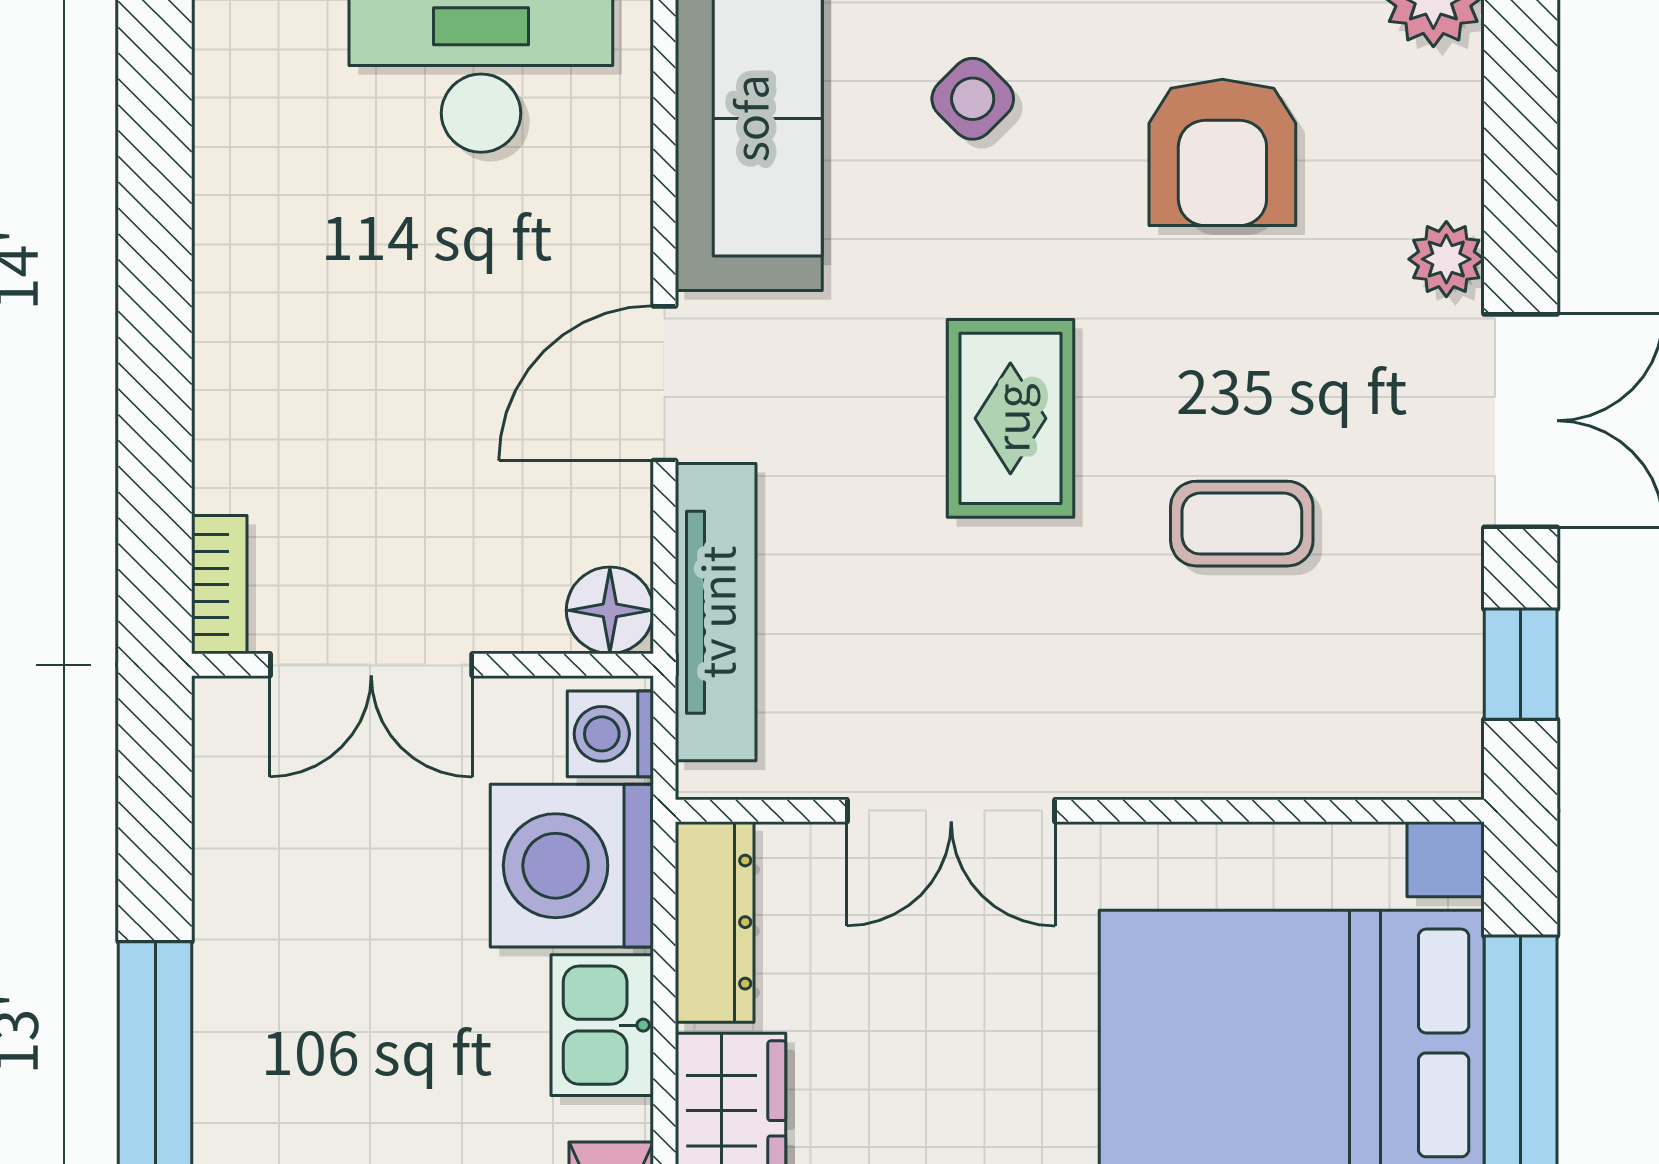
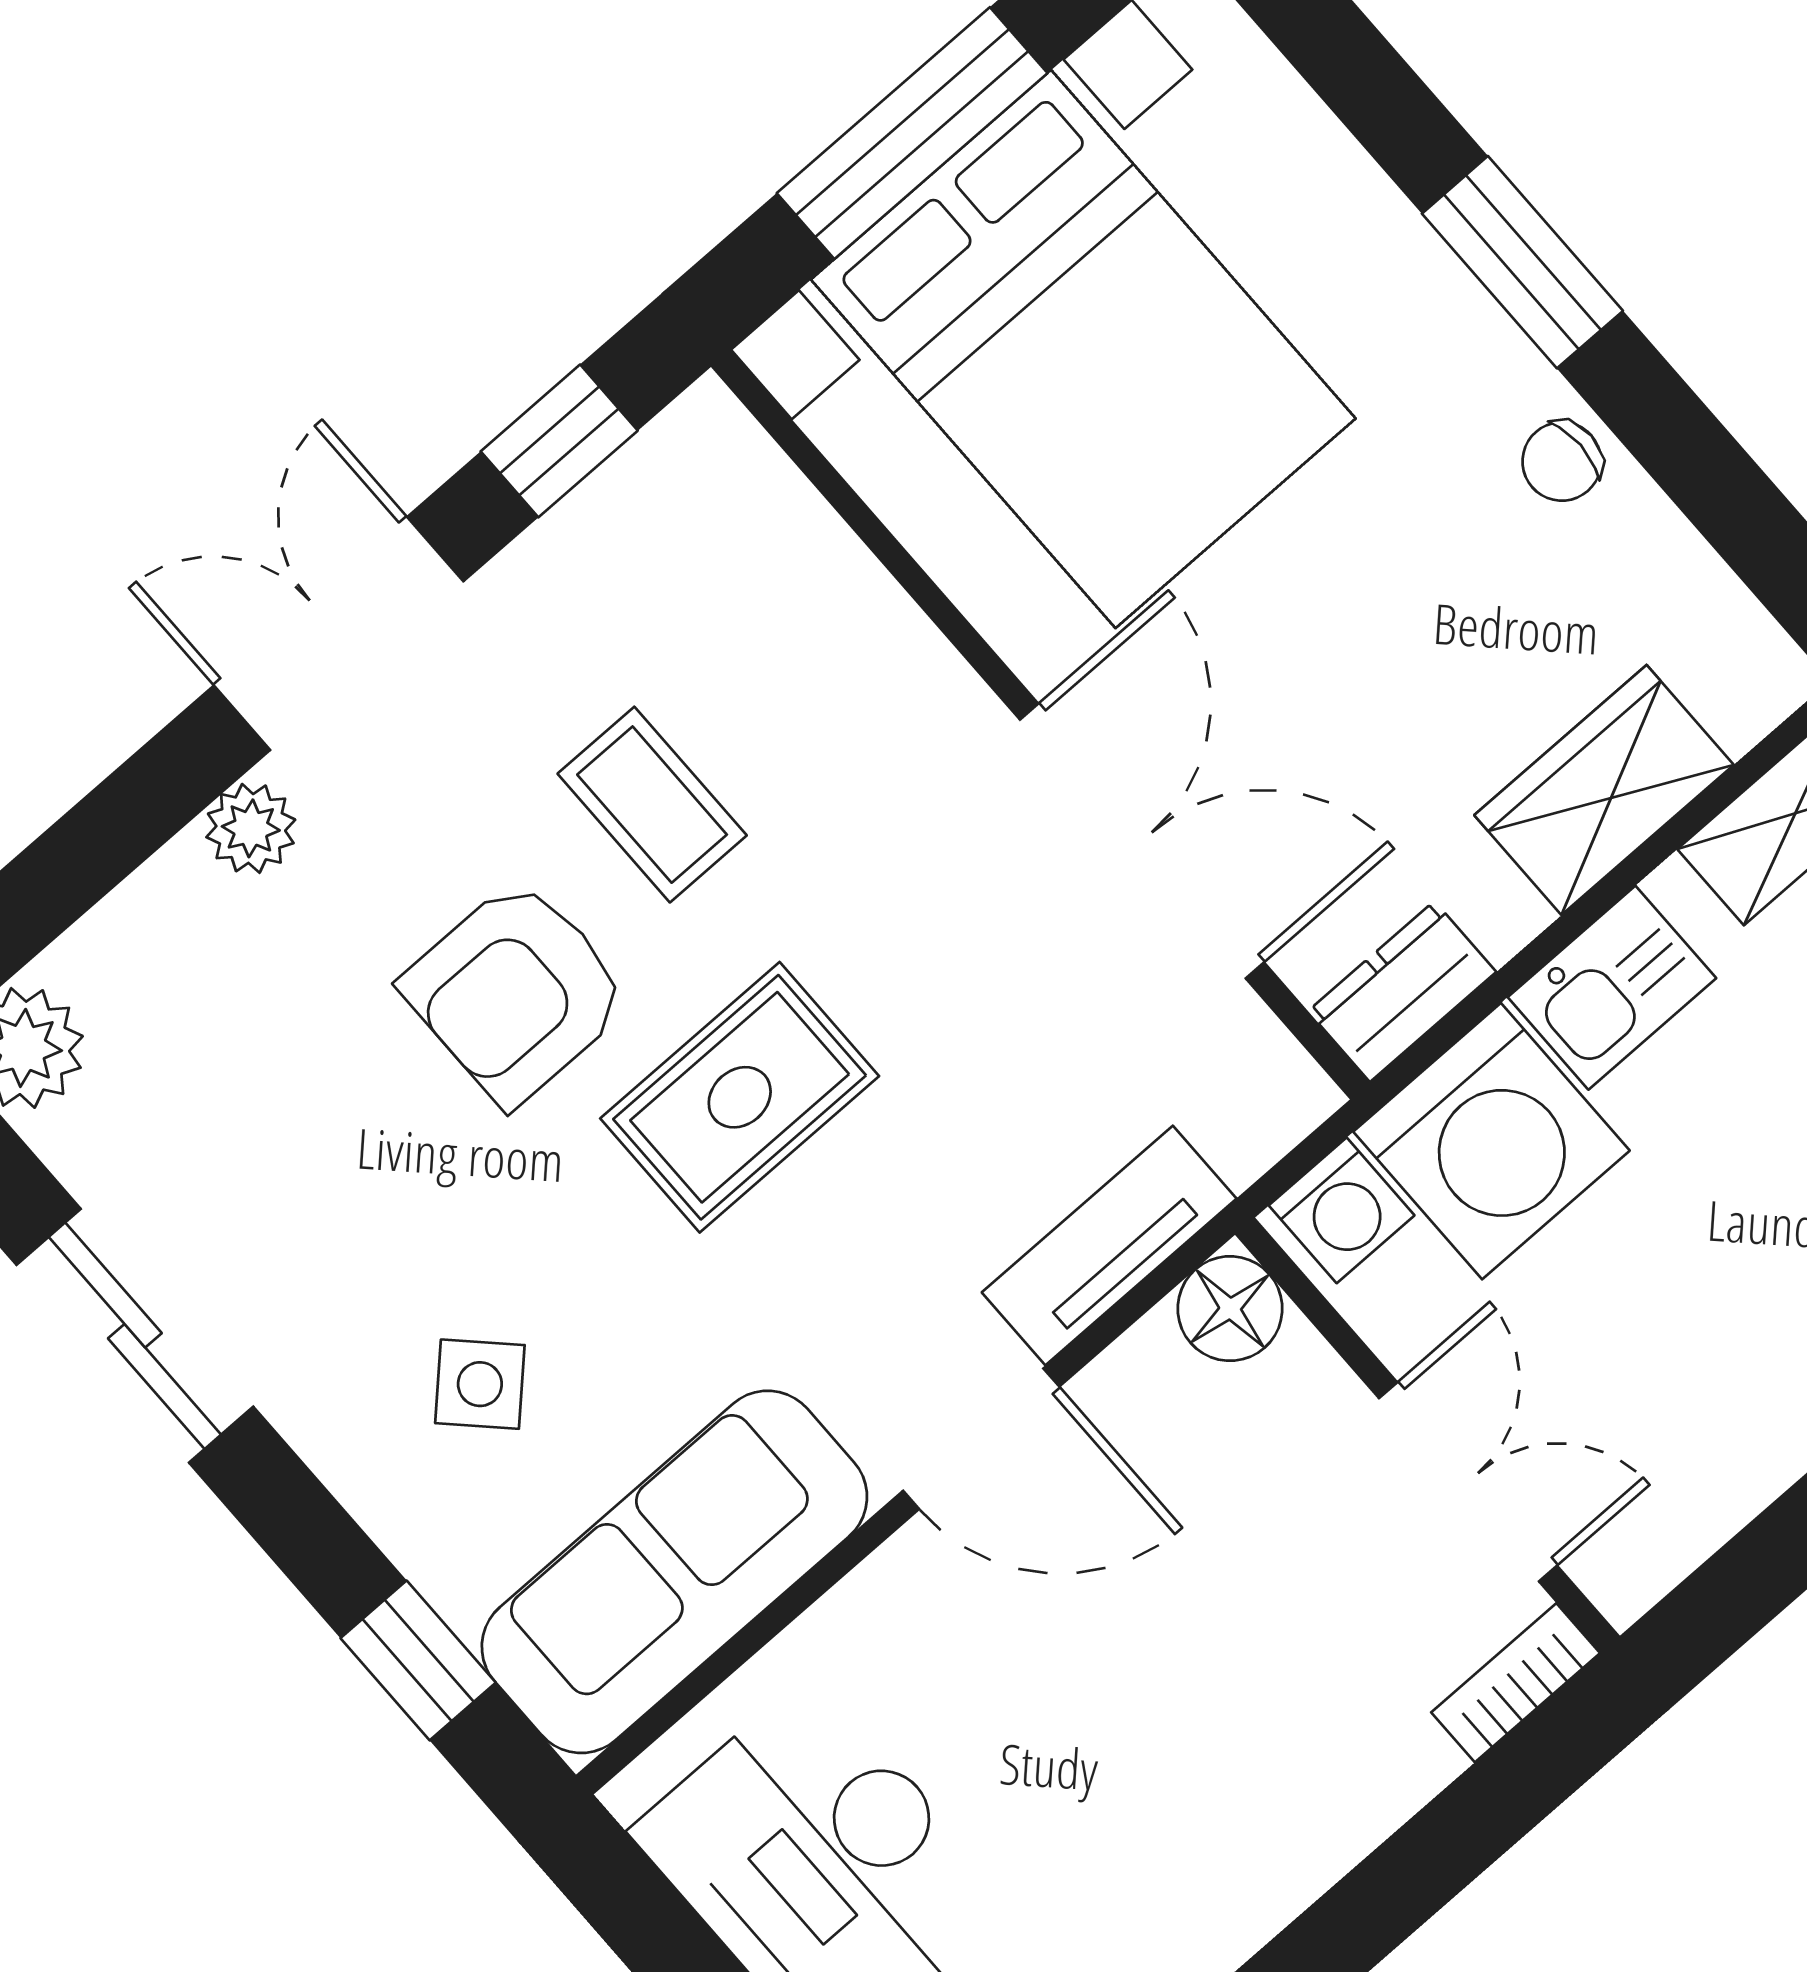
armchair: (1222, 152) -> (516, 992), moved, turned 180
tv unit: (716, 612) -> (1109, 1245), width x0.71
double door: (951, 811) -> (1142, 841), width x1.37
dresser: (715, 922) -> (1402, 991), width x0.70

